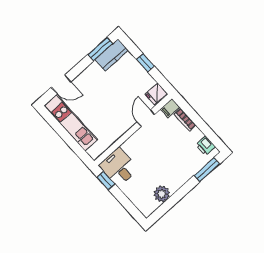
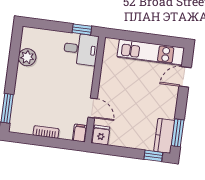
window: (145, 63) -> (153, 156), moved
bookcase: (185, 120) -> (46, 132), moved
printer: (206, 146) -> (25, 127), removed

